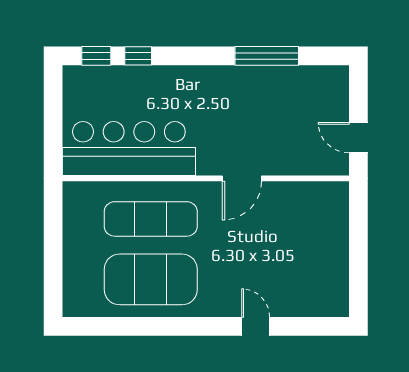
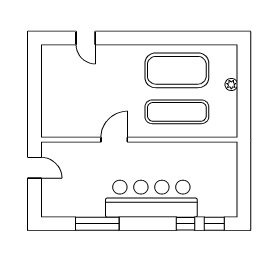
bar counter: (129, 149) -> (151, 199), moved, turned 180
plant: (71, 259) -> (231, 85), added
door: (256, 326) -> (86, 38), moved

